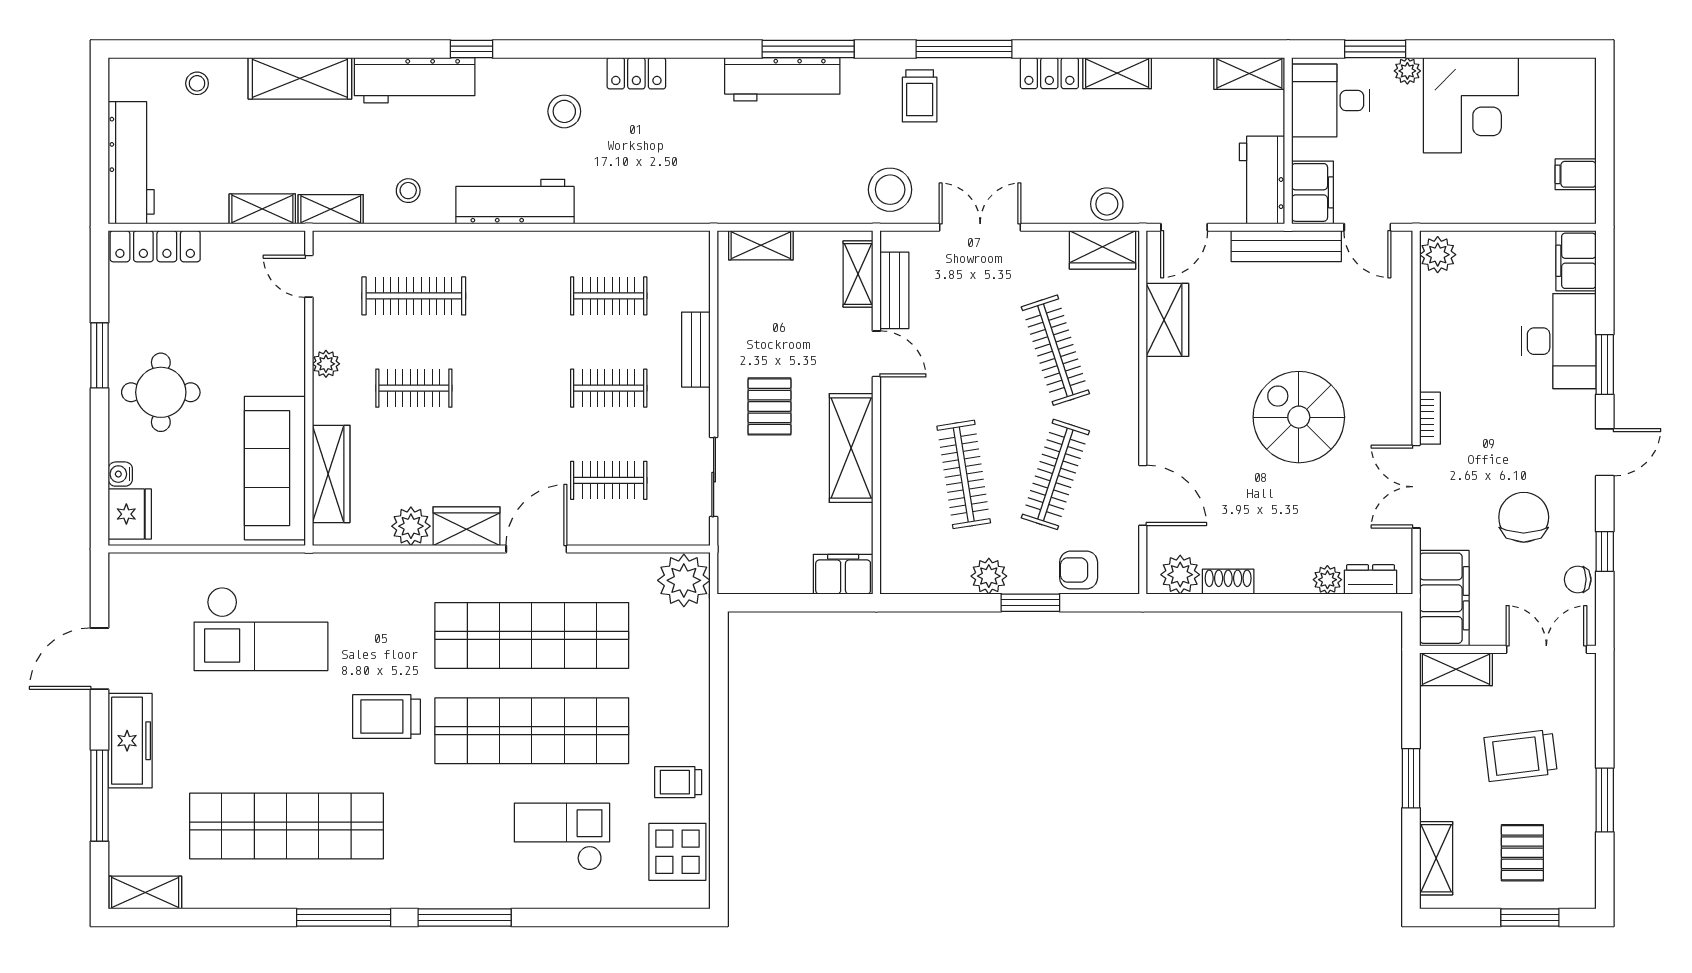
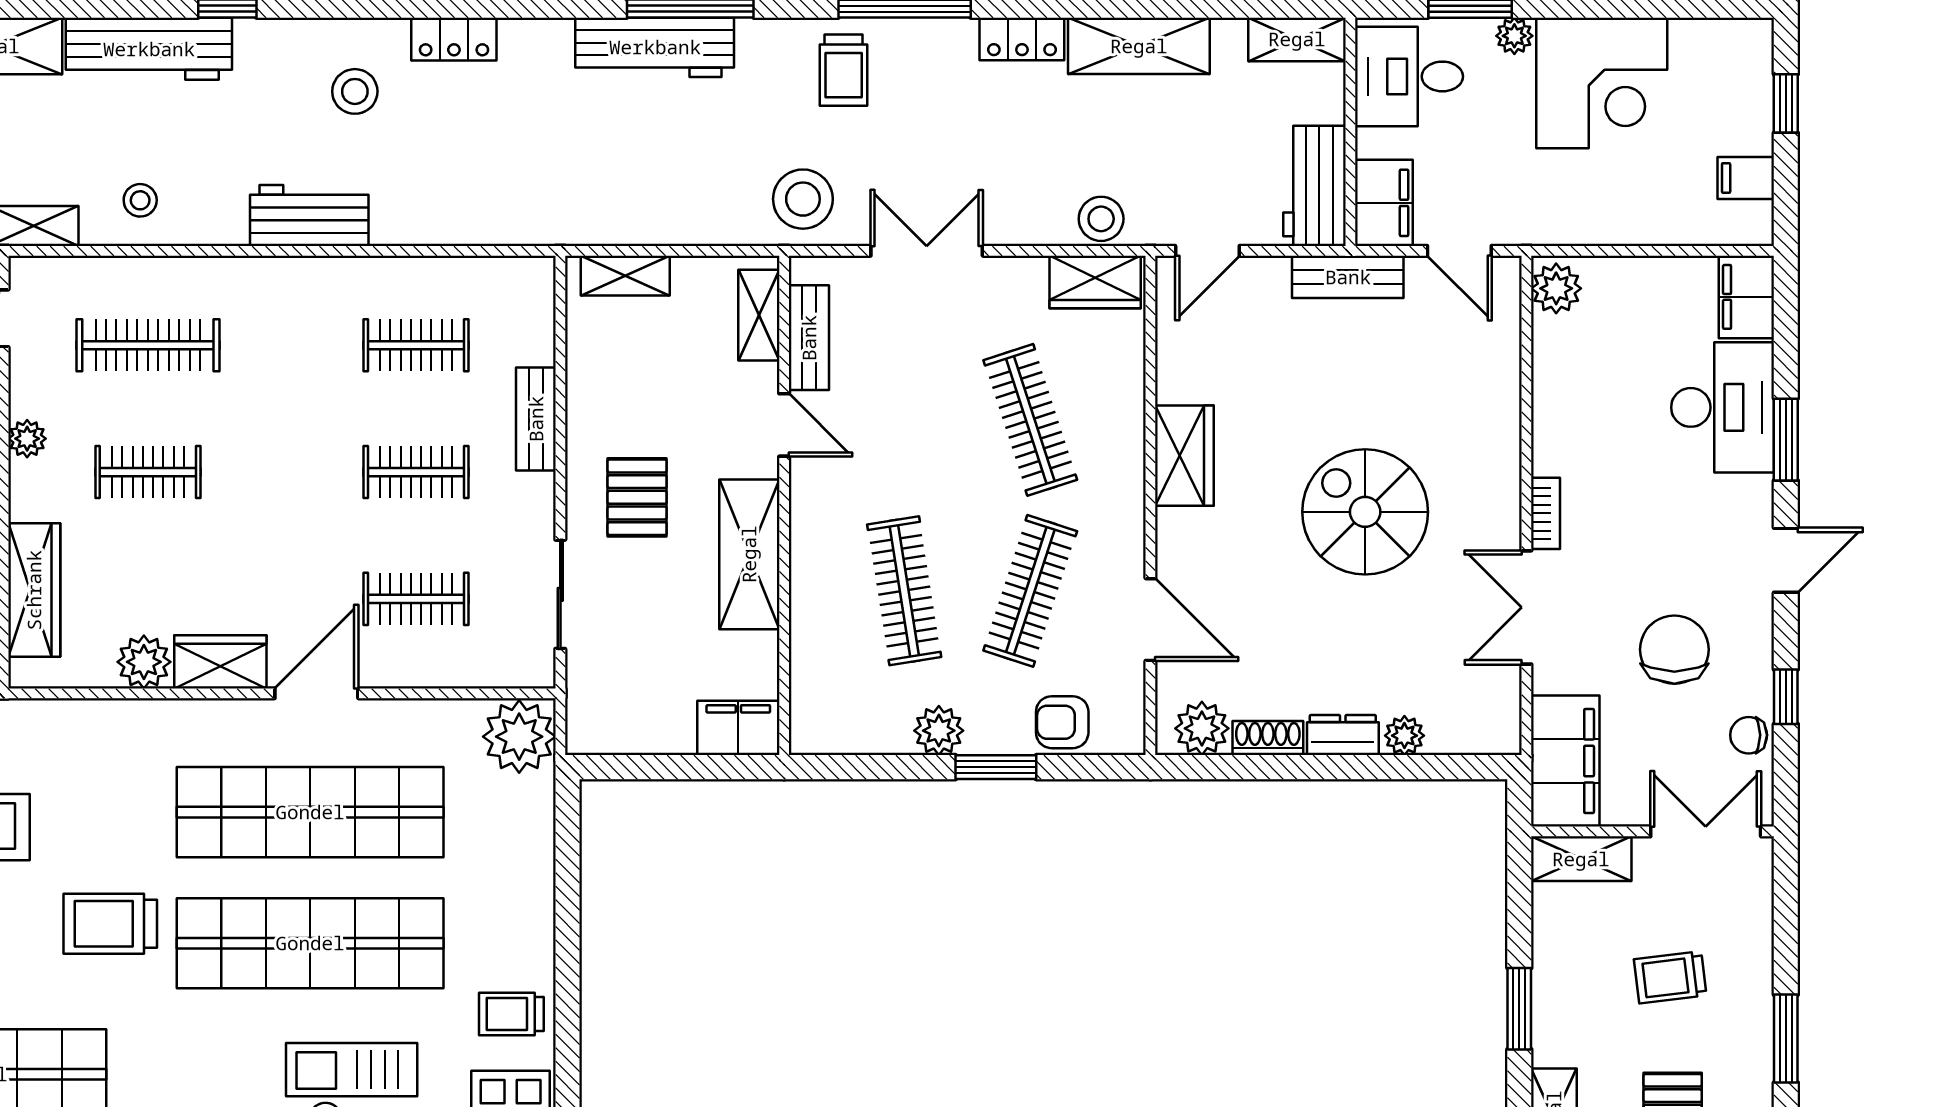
shelving: (1117, 73) -> (1139, 46), width x1.50, depth x1.33
window: (1605, 120) -> (1786, 103), added
workbench: (515, 202) -> (309, 215), width x0.73
bench: (1286, 246) -> (1348, 277), width x0.73
wardrobe: (1167, 320) -> (1184, 456), moved
dresser: (1371, 579) -> (1343, 735), moved
trolley: (1521, 755) -> (1670, 977), width x0.73, depth x0.72

